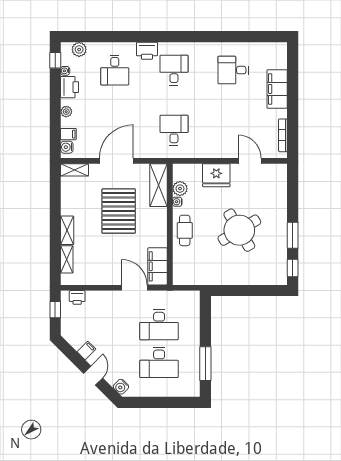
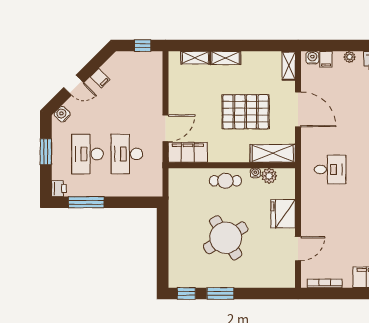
printer: (77, 297) -> (59, 189), moved, turned 180
window: (157, 402) -> (46, 152), added

